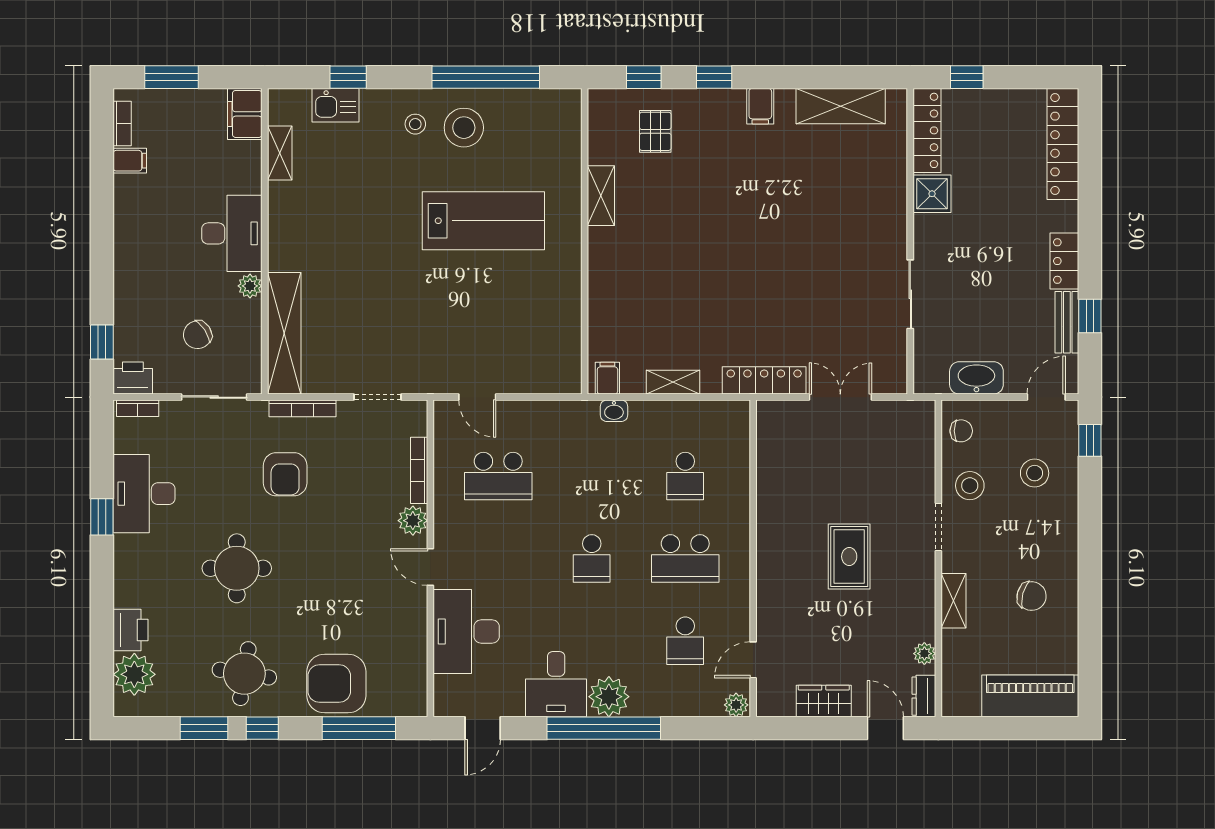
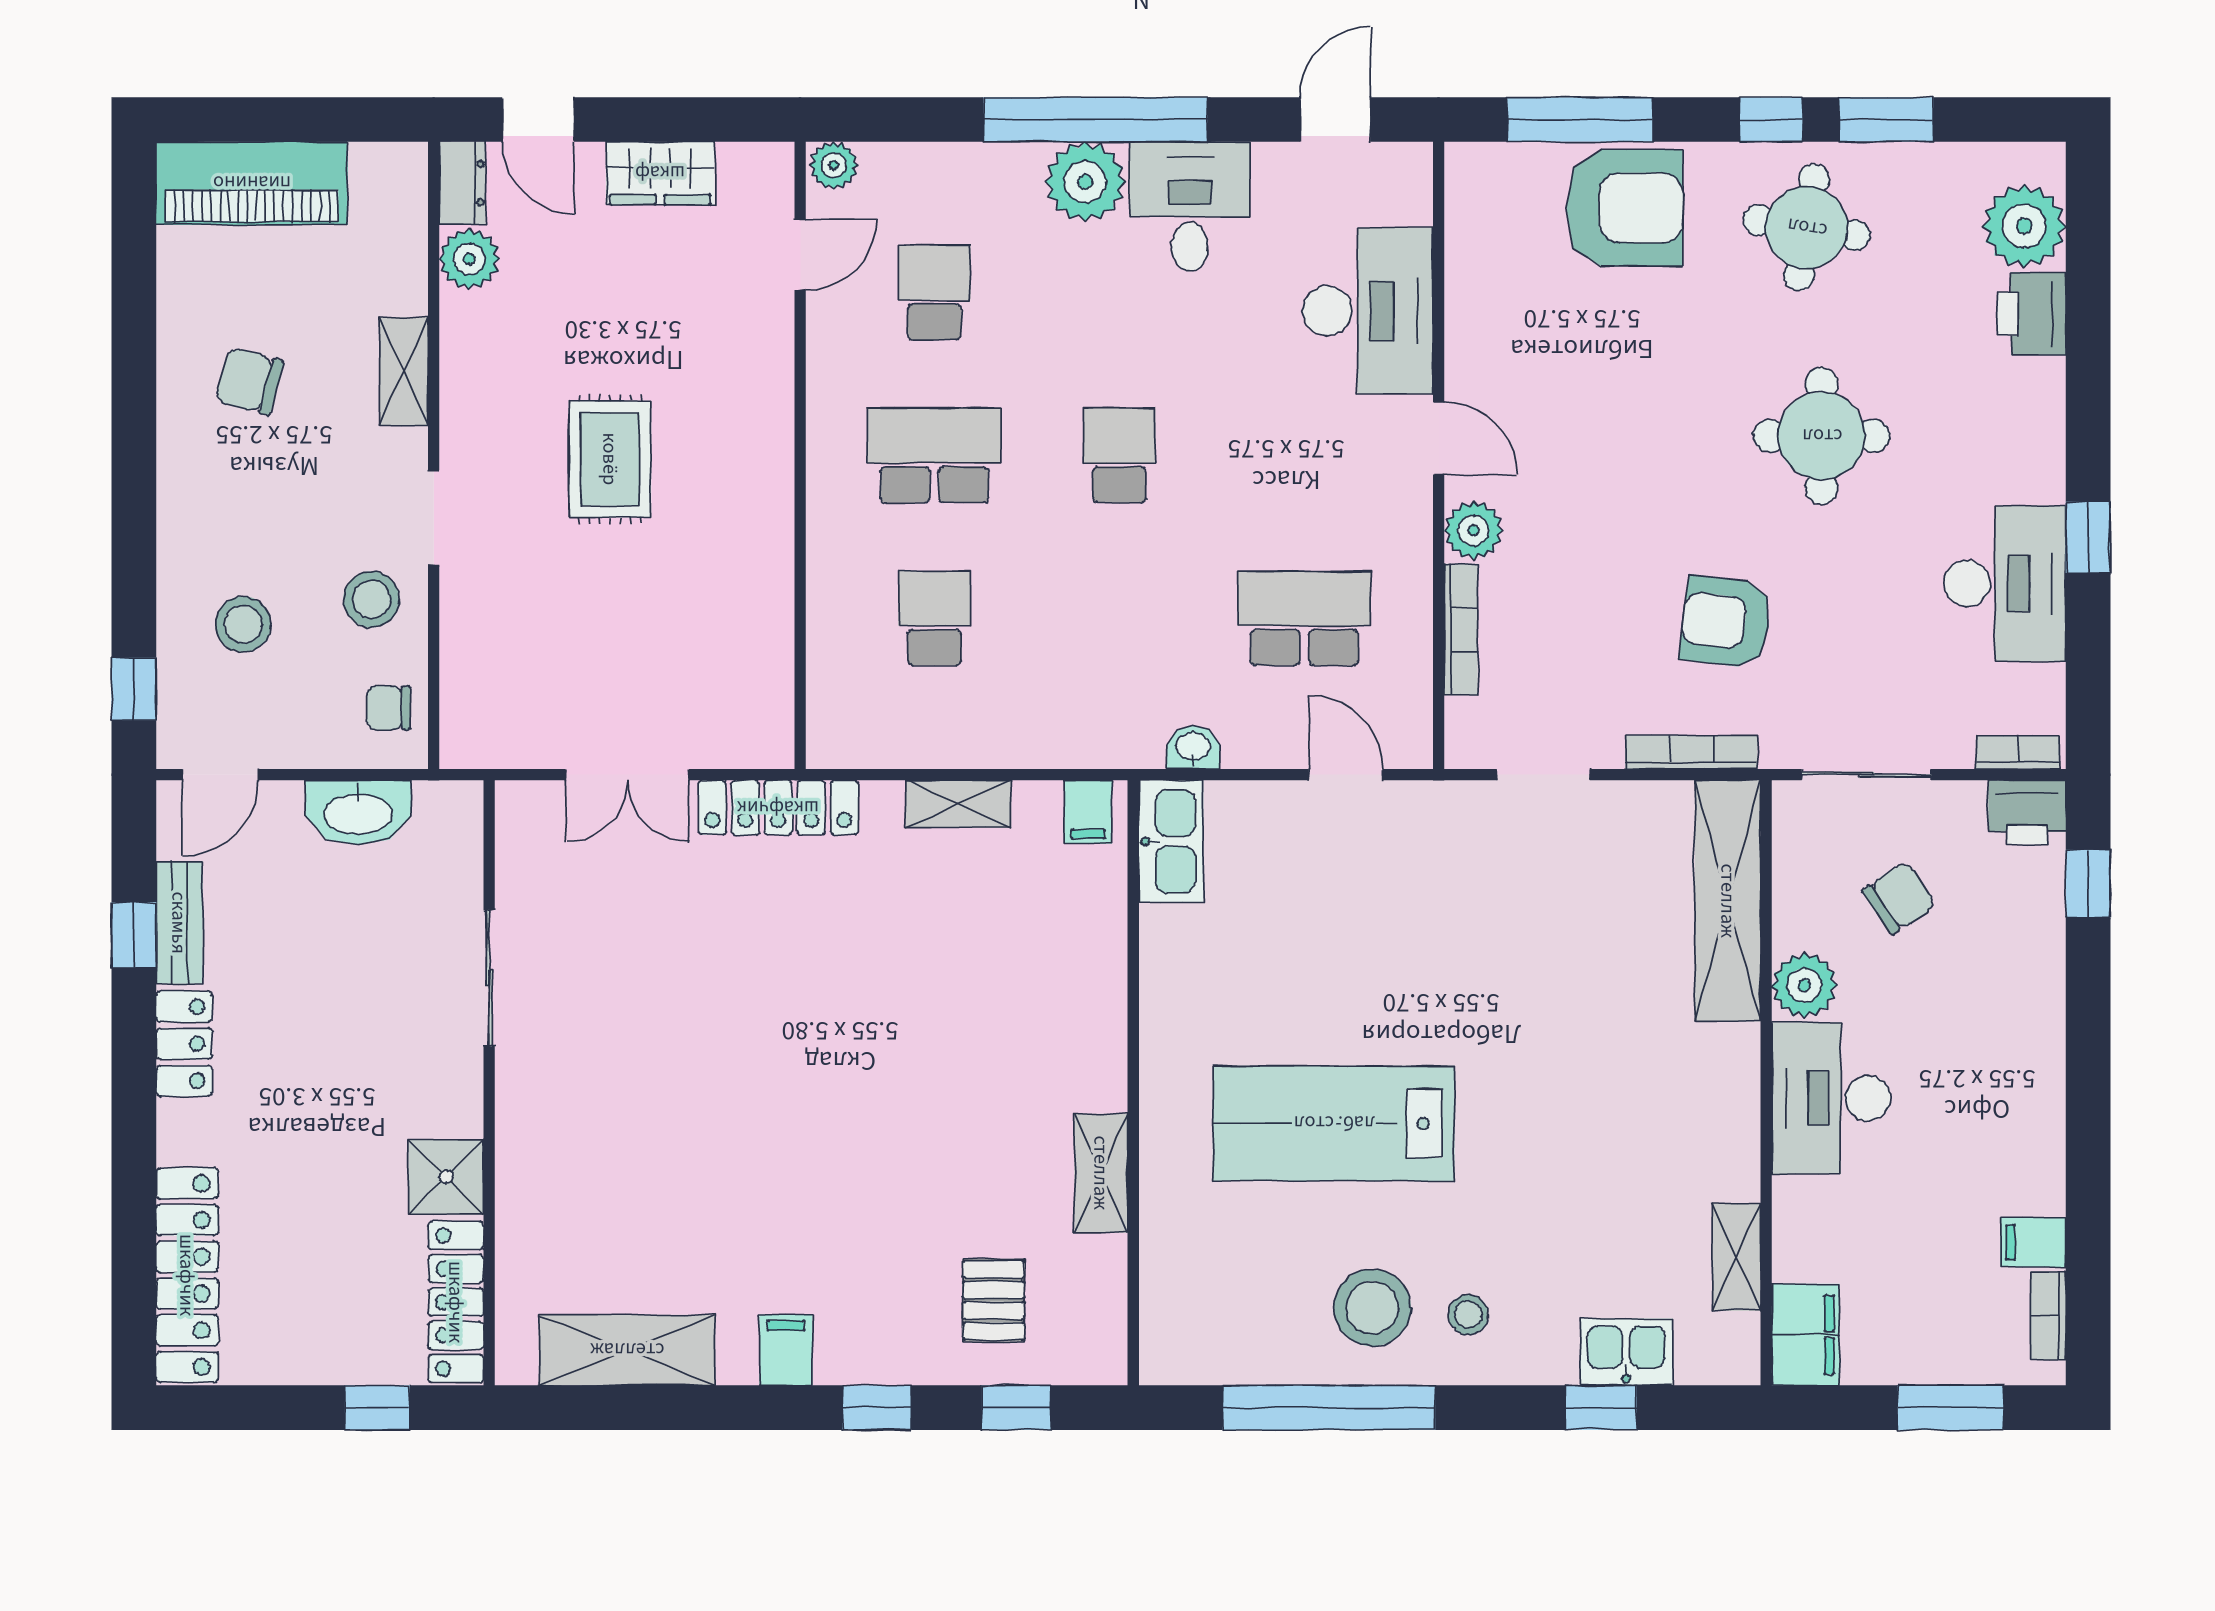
plant: (250, 286) -> (1804, 985), width x1.38, depth x1.38
kitchen sink: (566, 363) -> (1171, 841), added
washbasin: (614, 411) -> (1193, 747), moved
armchair: (285, 474) -> (1726, 622), turned -83
plant: (924, 654) -> (469, 259), width x1.38, depth x1.38

